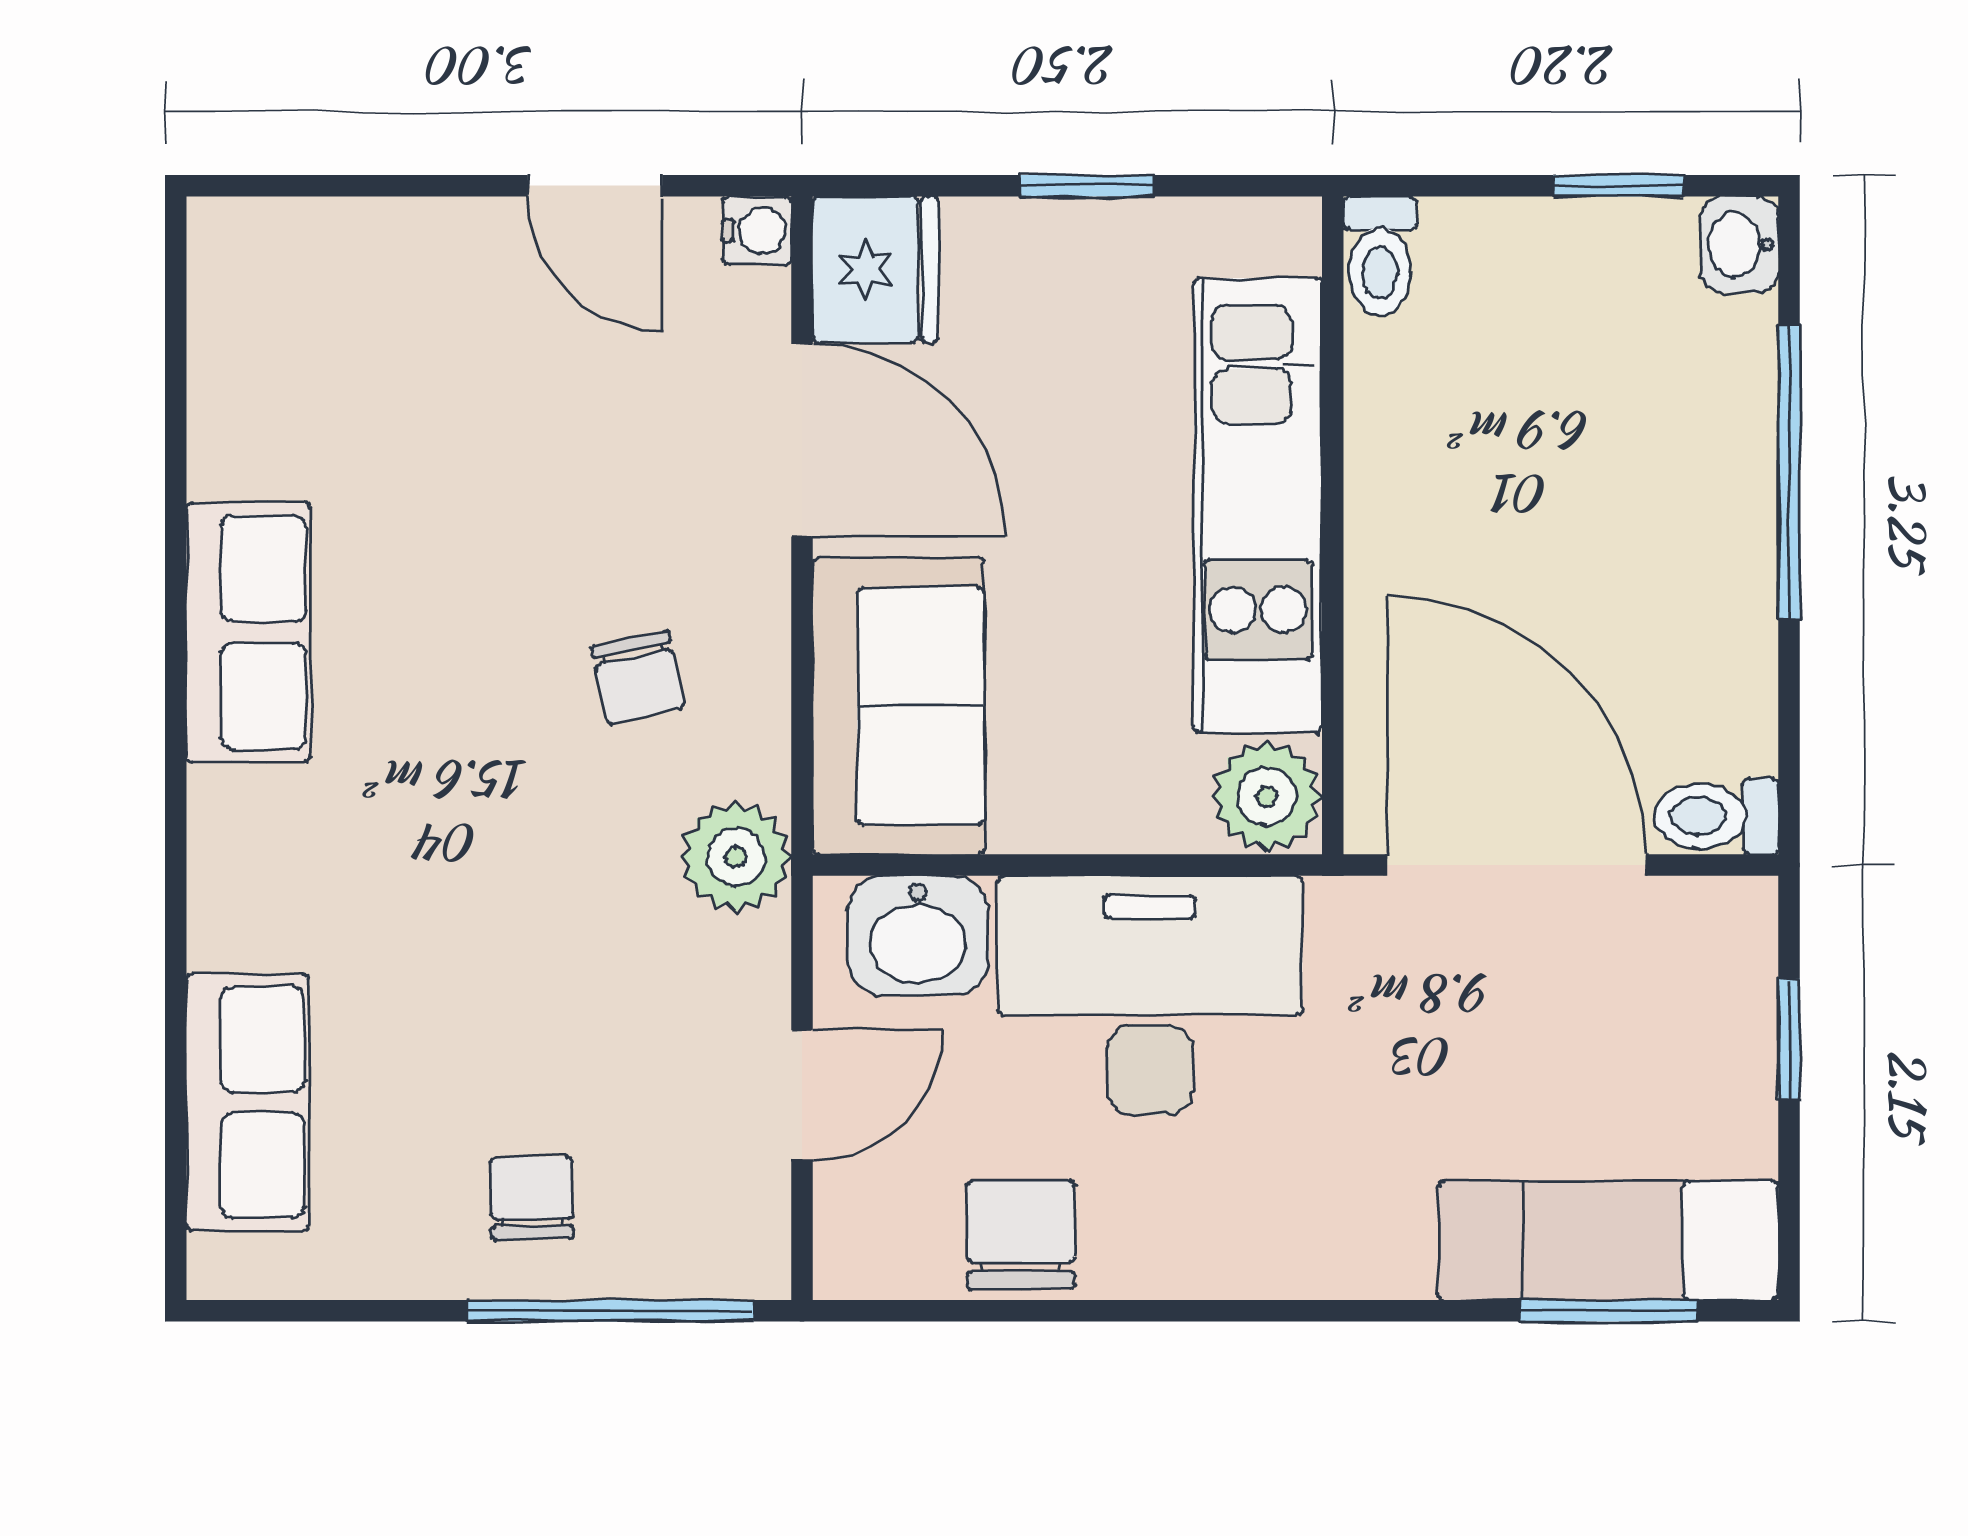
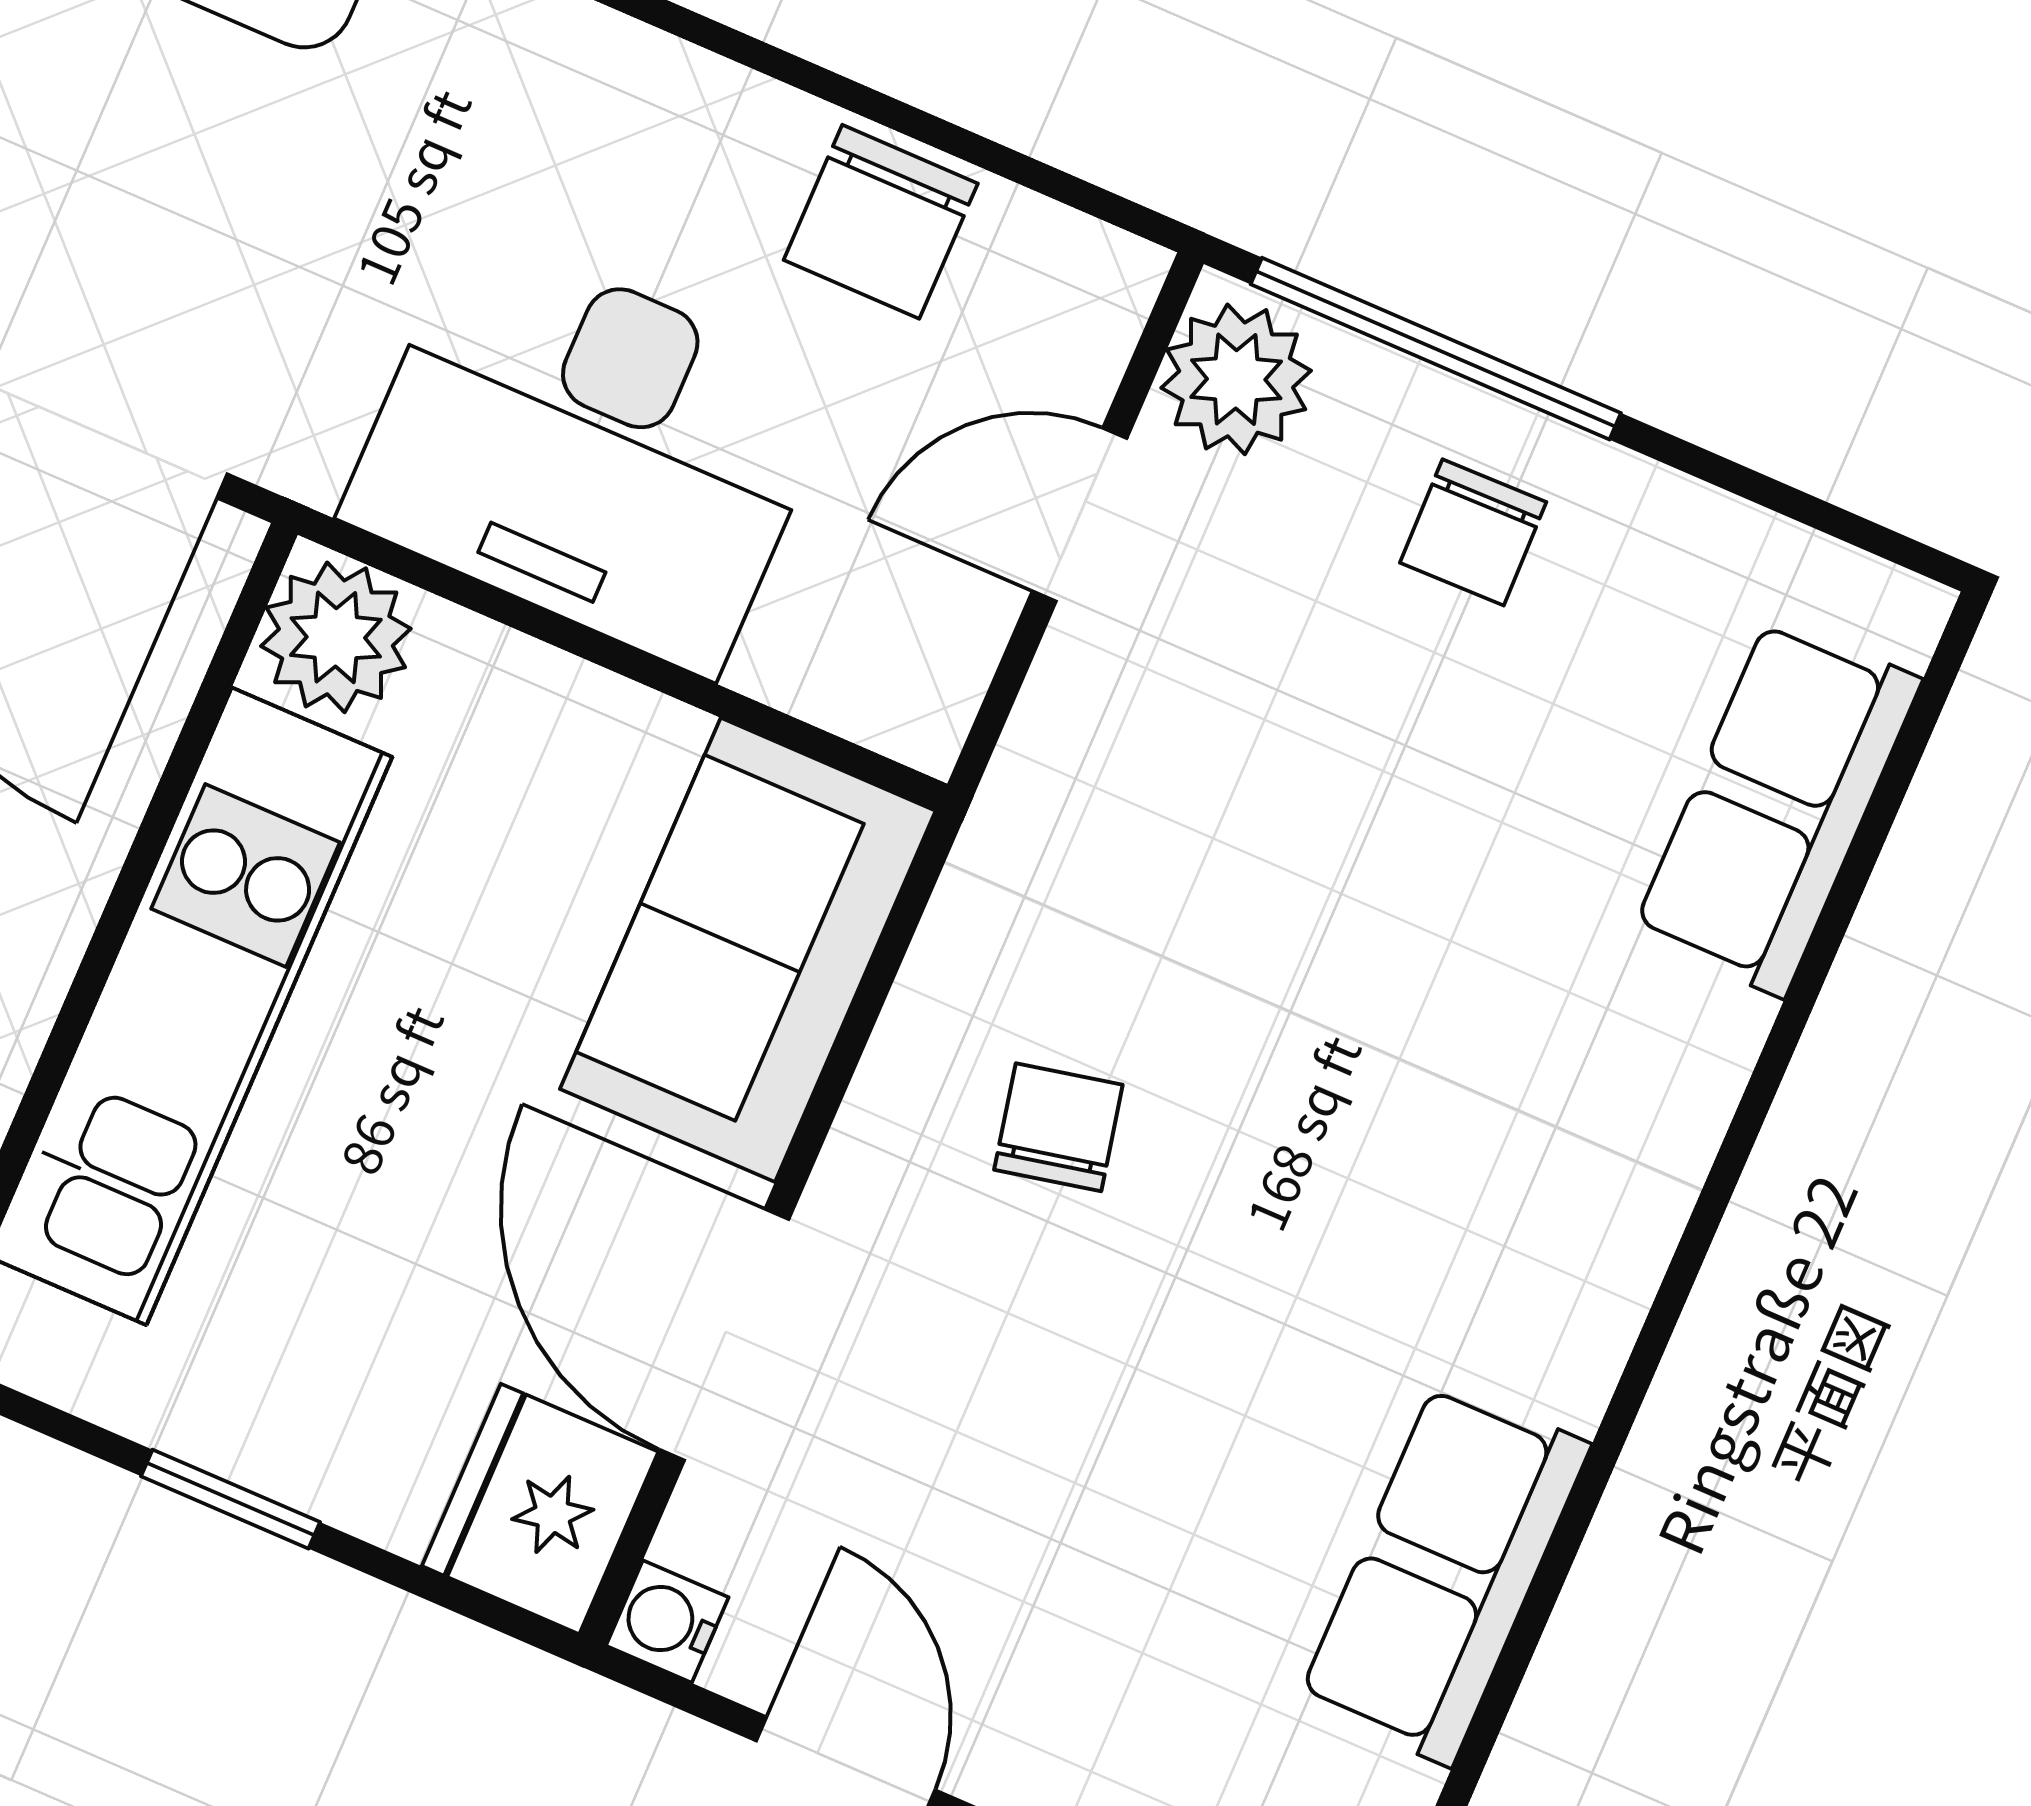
row of seats: (248, 632) -> (1444, 1573), moved
plant: (736, 857) -> (1236, 379), moved
washbasin: (918, 936) -> (848, 652), removed

